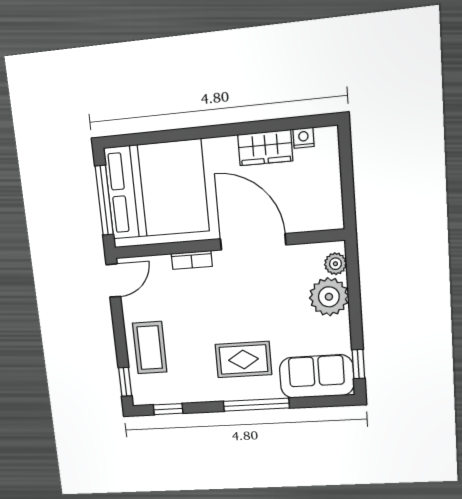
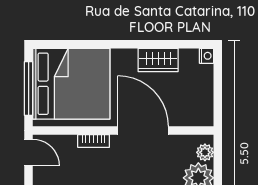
nightstand: (304, 138) -> (206, 56), moved, turned 90
door: (113, 281) -> (29, 153), hinge flipped

